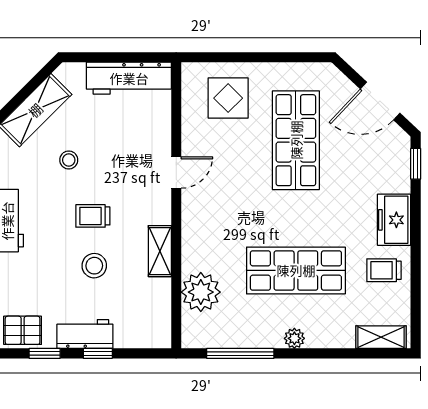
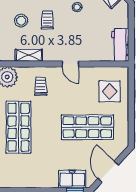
workbench: (129, 78) -> (120, 45), width x0.73
freezer: (394, 220) -> (72, 179), moved
trolley: (384, 270) -> (41, 86), moved

